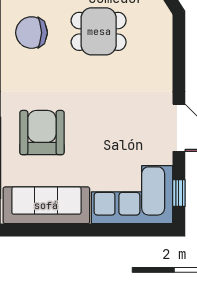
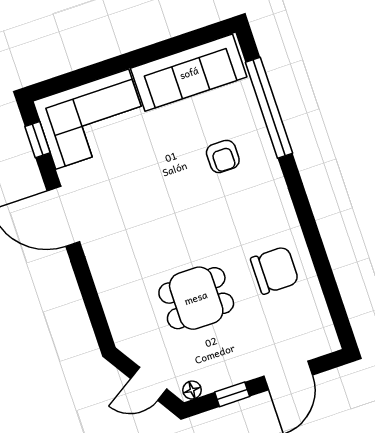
armchair: (42, 133) -> (223, 156), width x0.53, depth x0.53

